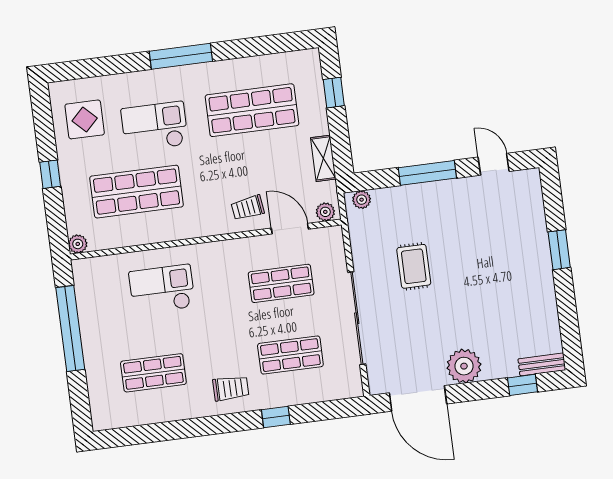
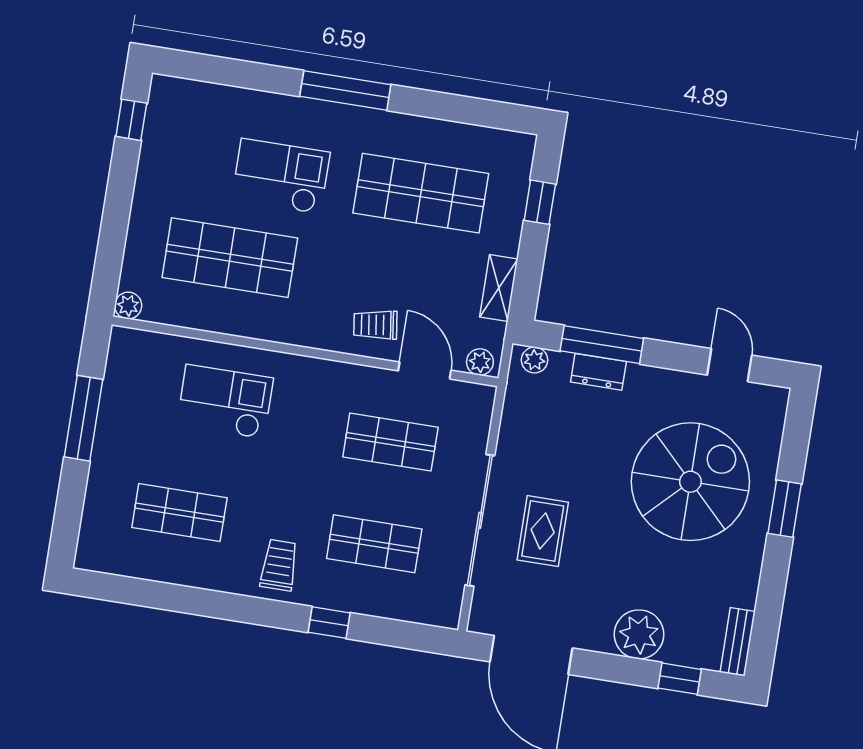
display table: (85, 119) -> (188, 138), removed
window: (427, 173) -> (602, 345), moved
window: (50, 174) -> (131, 120), moved
dresser: (407, 195) -> (598, 372), added
spiral stairs: (491, 250) -> (690, 482), added
rug: (414, 266) -> (543, 531), moved
window: (70, 328) -> (84, 418), width x0.68
bench: (542, 364) -> (738, 642), moved, turned 90
plant: (464, 366) -> (639, 634), moved
trolley: (231, 388) -> (279, 565), turned -90

